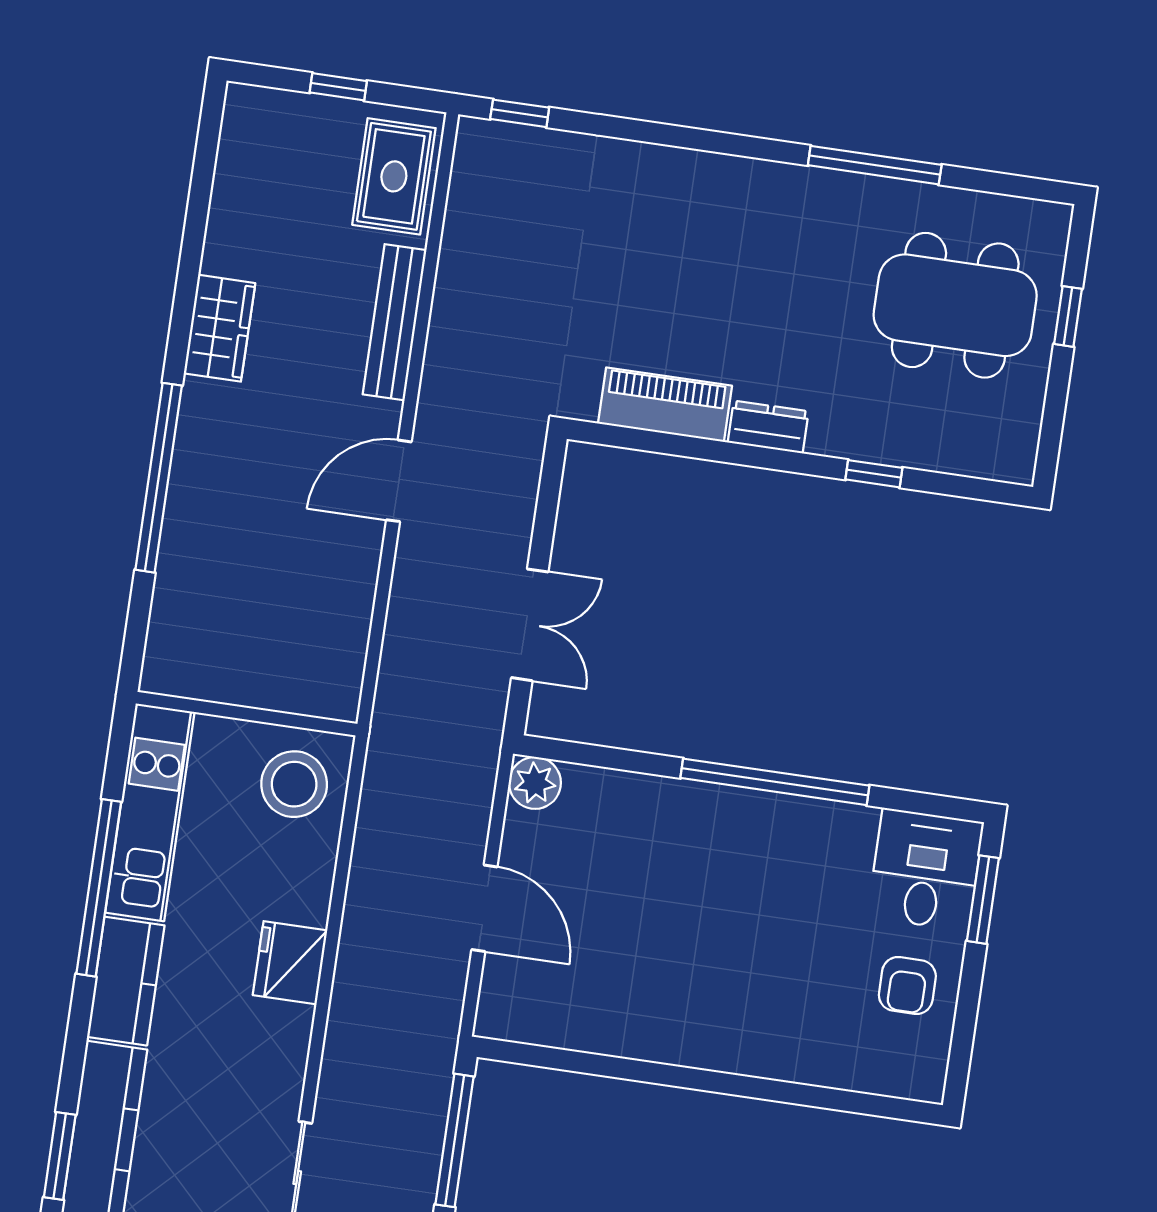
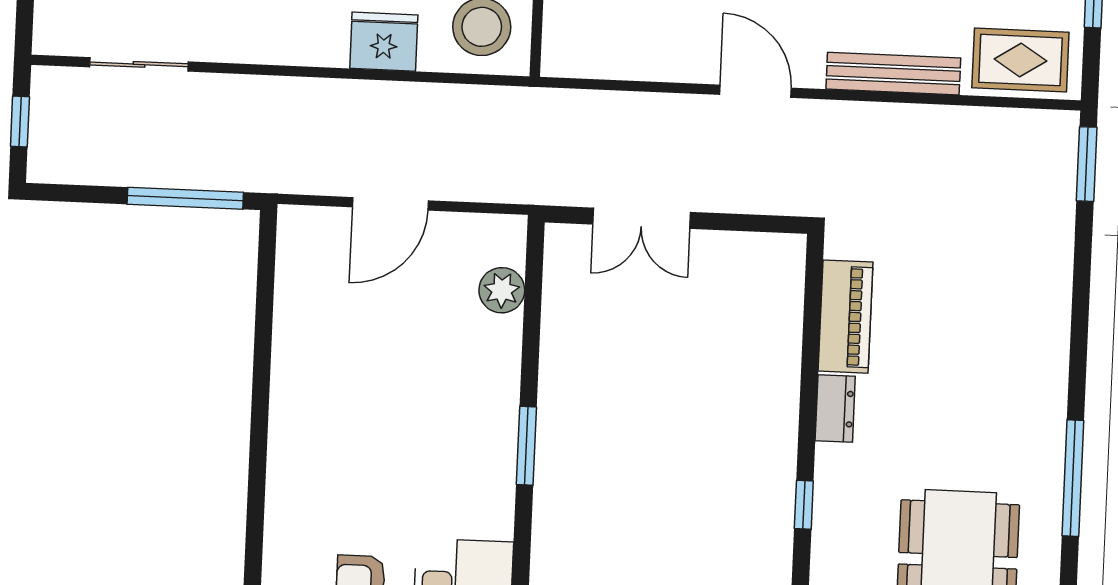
window: (520, 113) -> (1087, 164), width x1.50
window: (775, 782) -> (526, 446), width x0.47
plant: (535, 783) -> (502, 290), moved
fridge: (290, 963) -> (384, 42), moved

